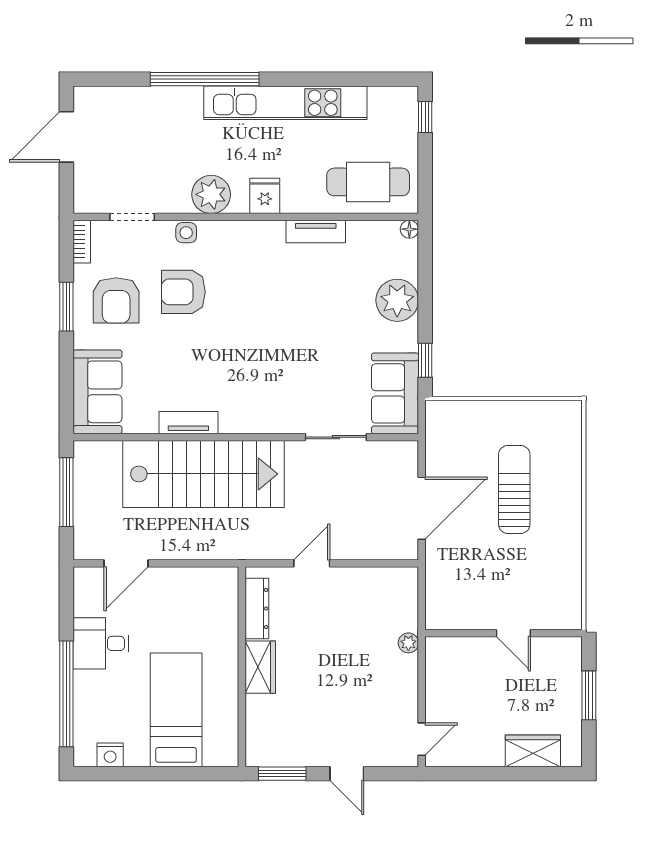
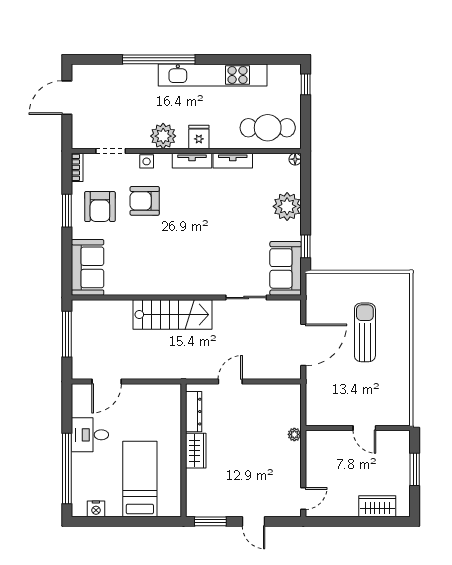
tv unit: (188, 423) -> (192, 161), moved, turned 180
stairs: (203, 474) -> (172, 315), width x0.73, depth x0.66

